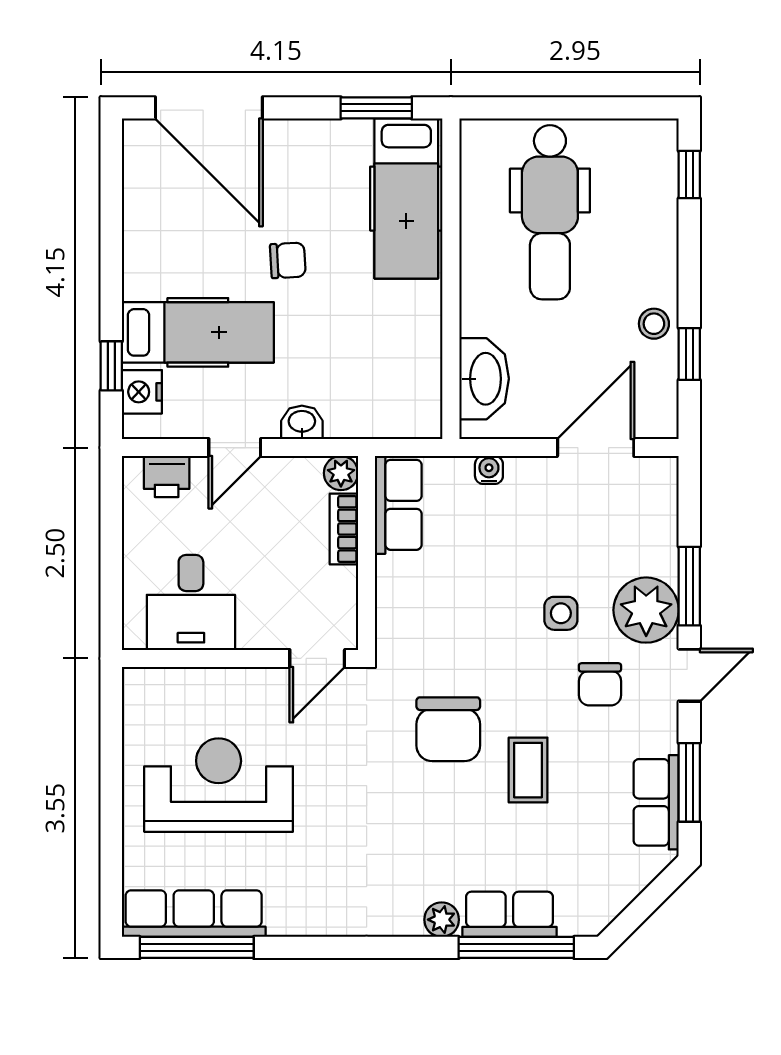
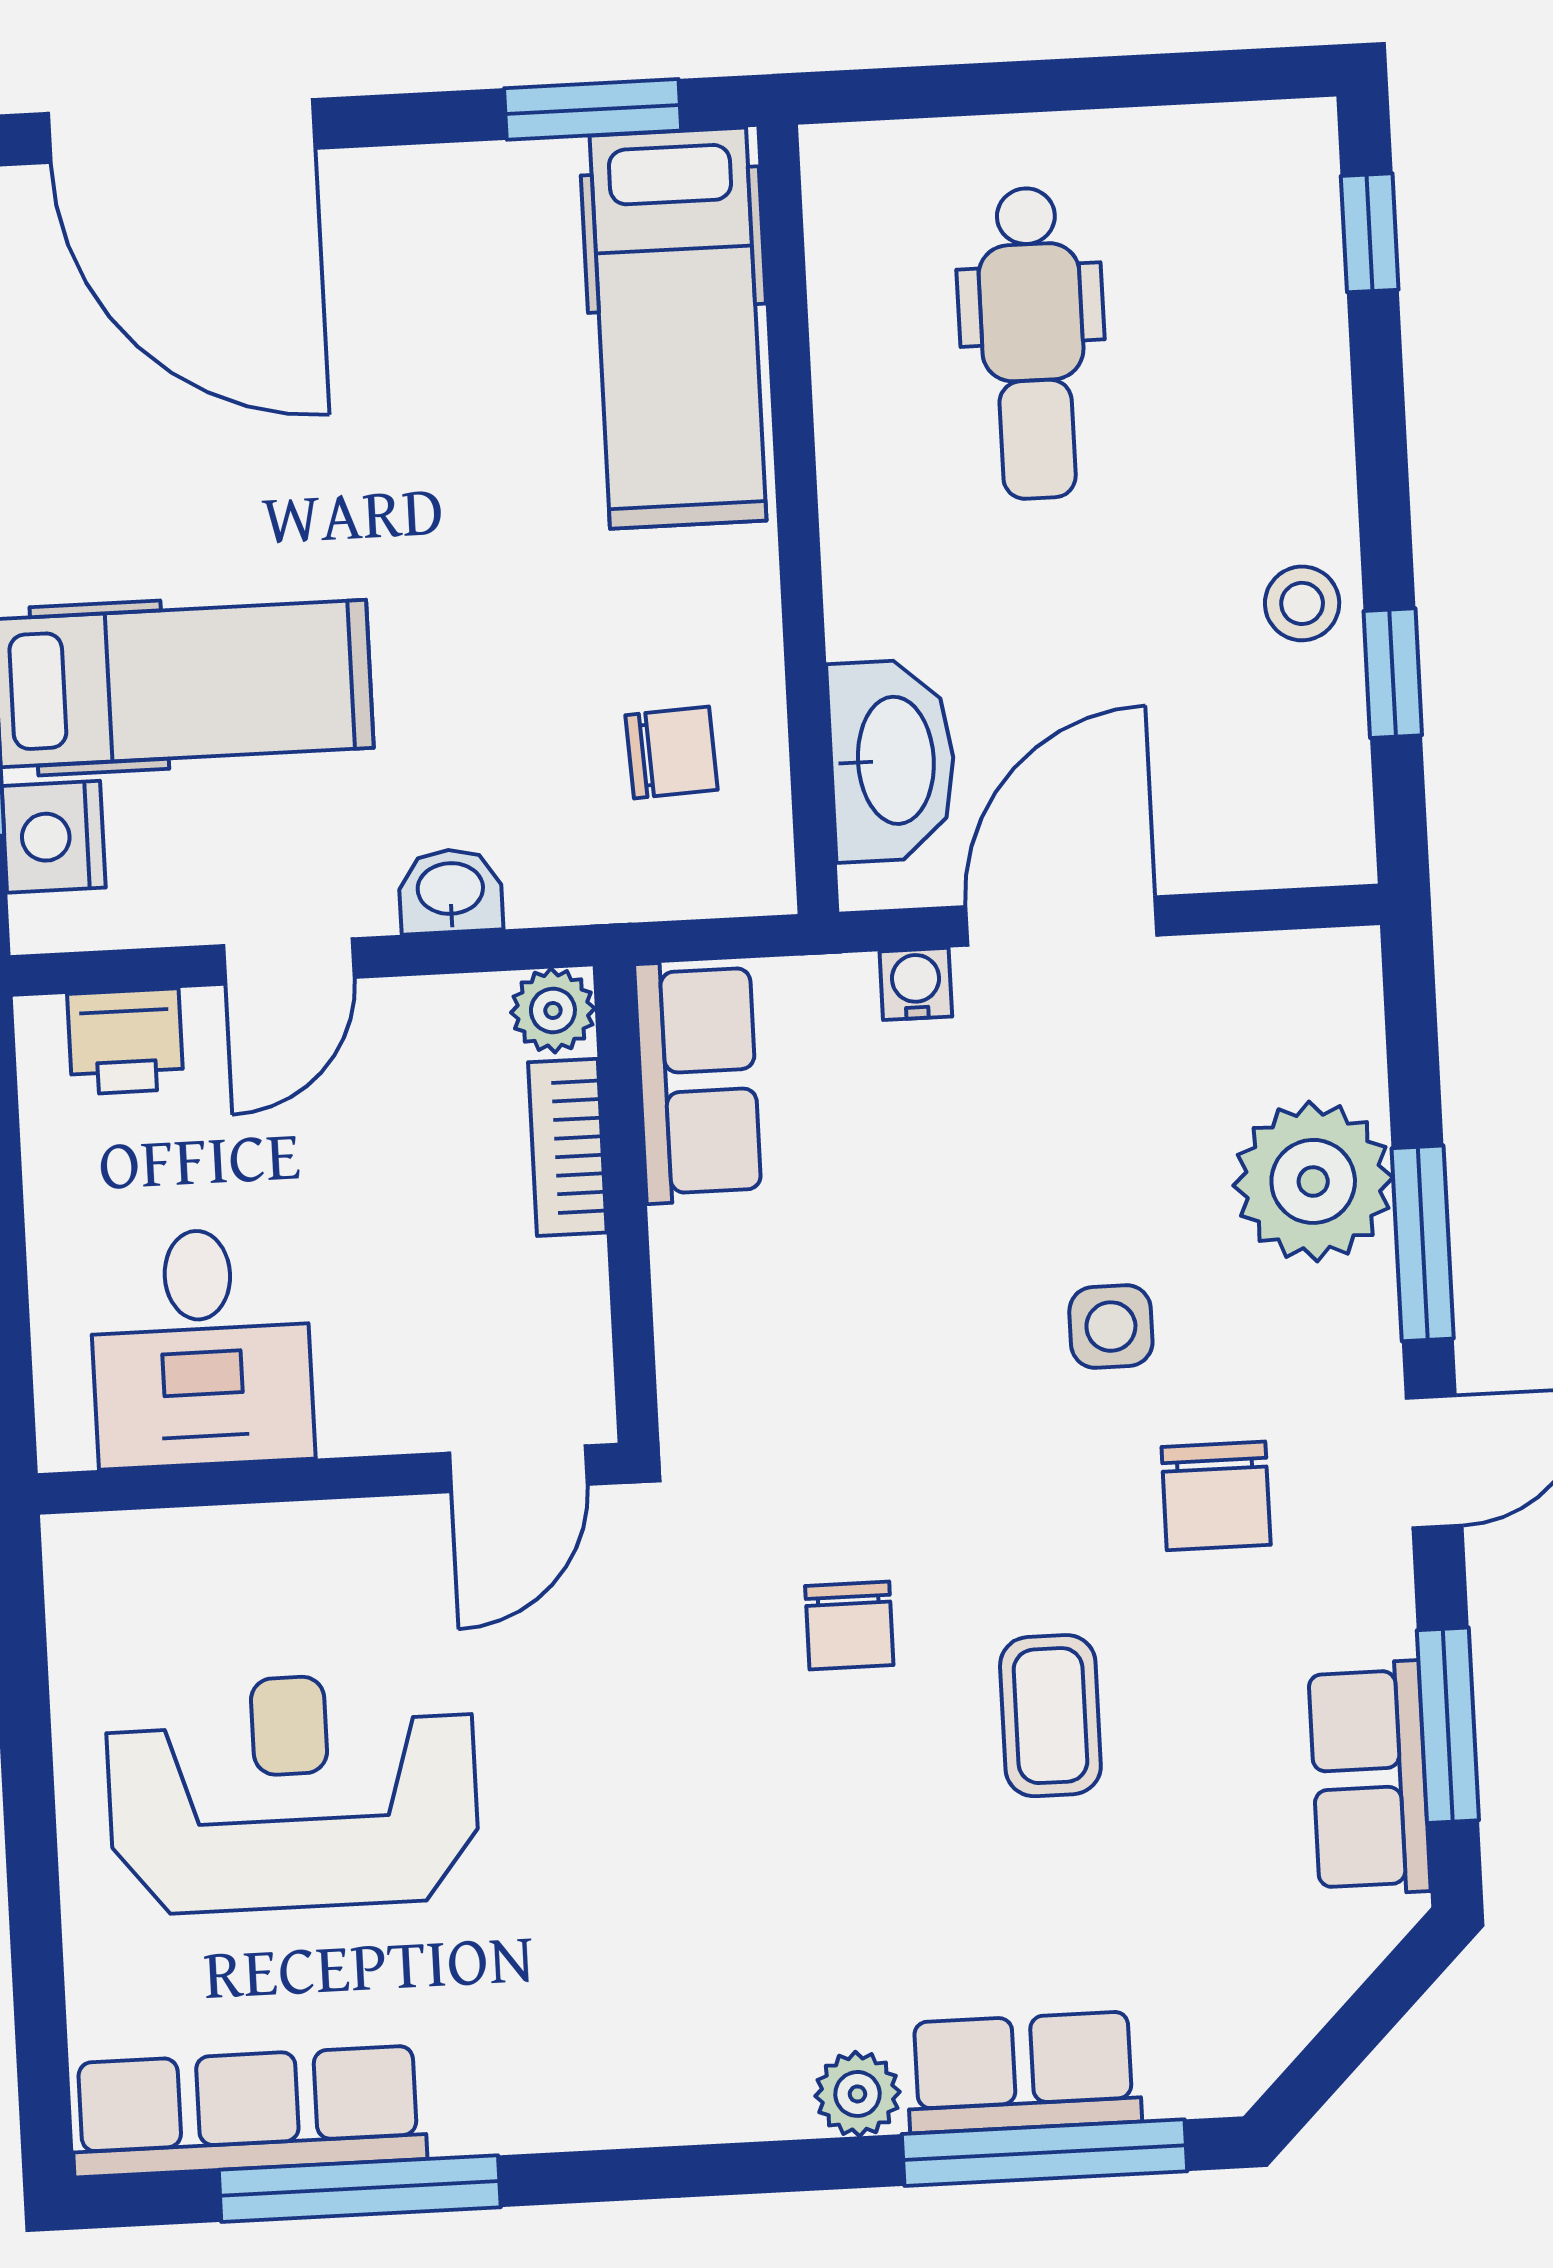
dental chair: (550, 212) -> (1033, 343), width x0.73, depth x0.72
chair: (288, 260) -> (671, 752), moved
door: (596, 448) -> (1061, 921), moved
plant: (646, 610) -> (1313, 1181), moved
chair: (448, 729) -> (849, 1625), width x0.54, depth x0.54
window: (197, 947) -> (360, 2189), moved

